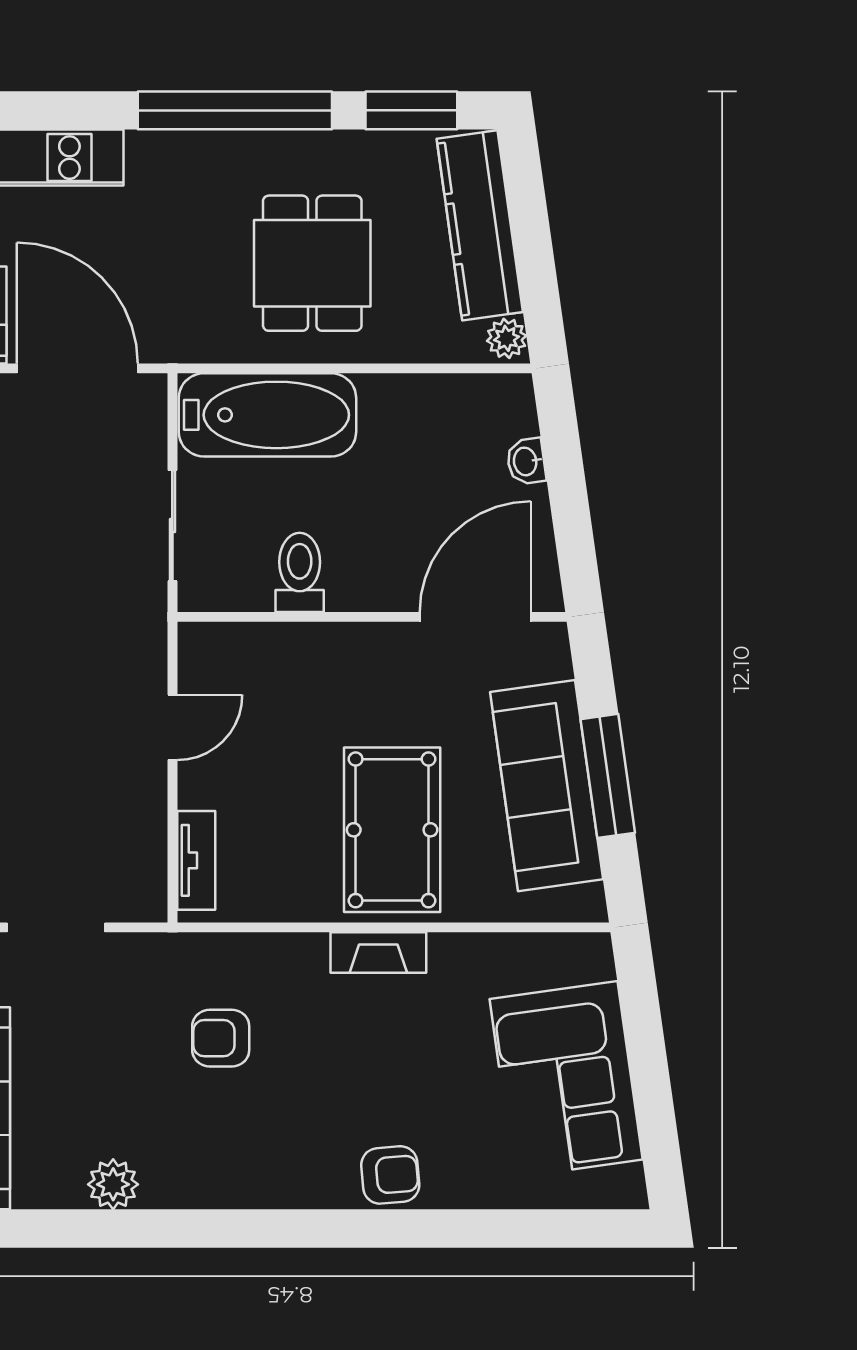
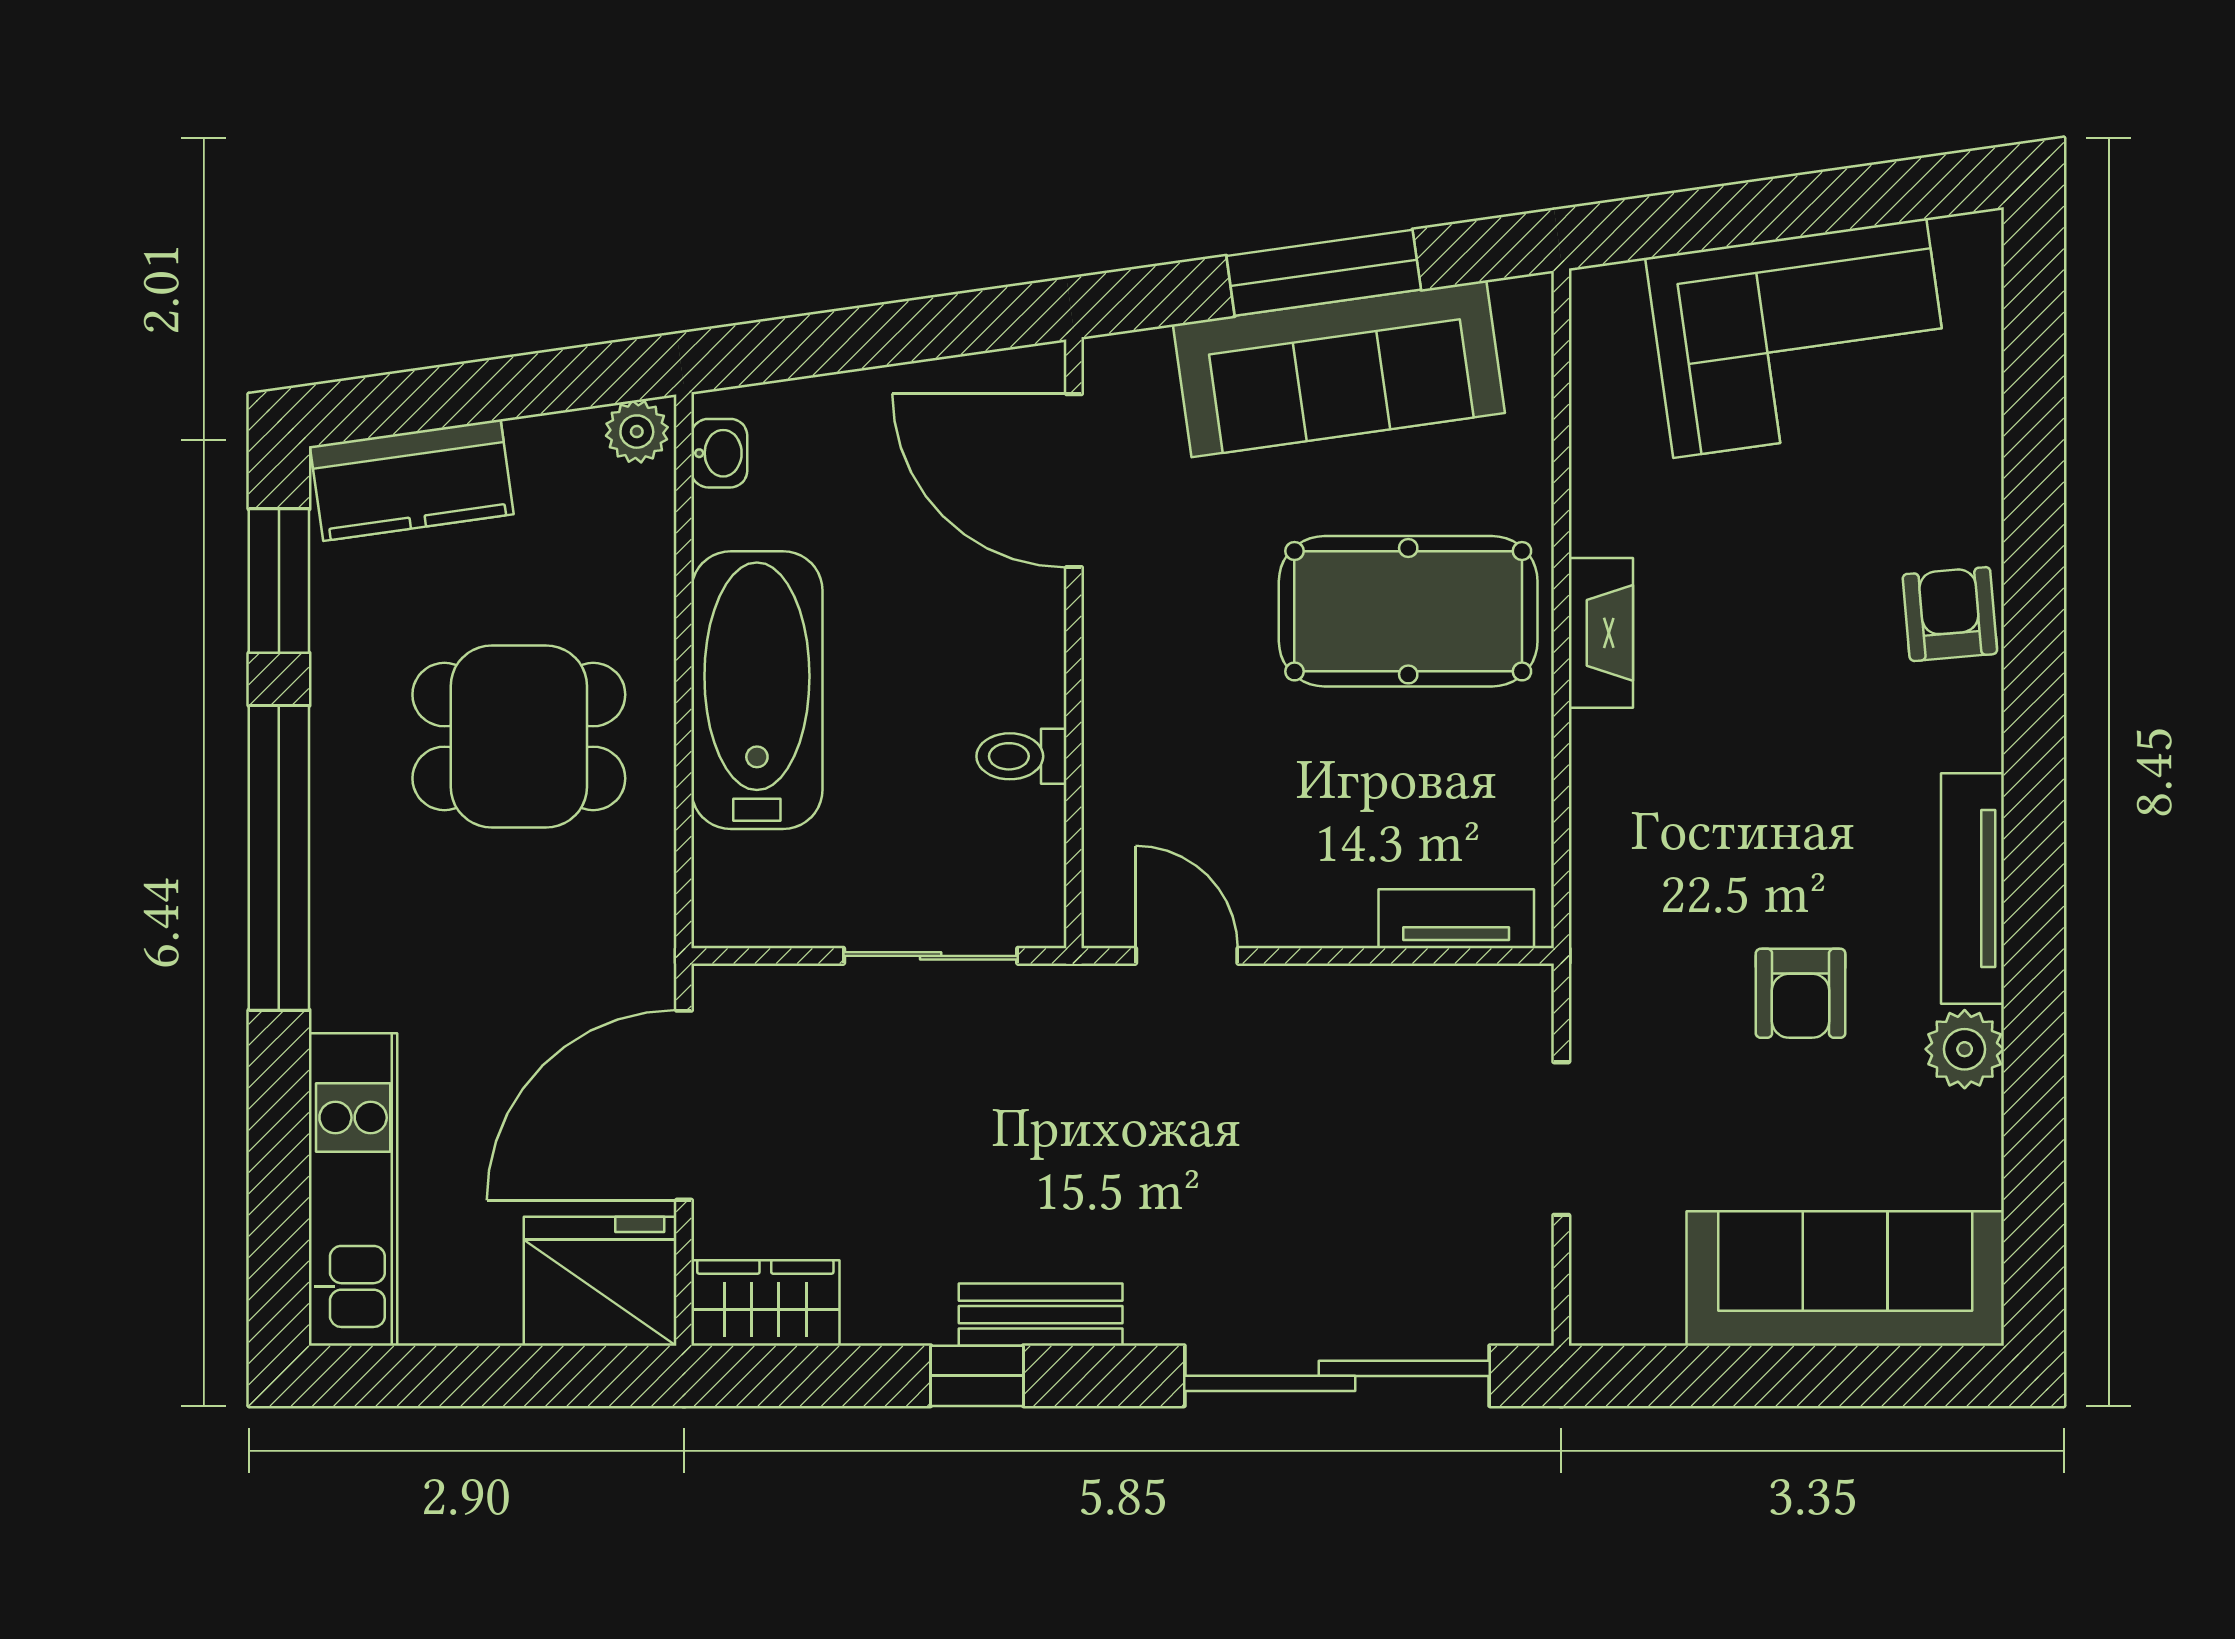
kitchen counter: (480, 225) -> (412, 480), width x0.67
bathtub: (267, 415) -> (757, 690), moved
washbasin: (526, 461) -> (719, 453), moved, turned -82
toilet: (300, 572) -> (1021, 756), width x0.73, depth x0.72
door: (172, 727) -> (1187, 956), moved
armchair: (221, 1038) -> (1801, 993), moved
tv unit: (215, 1189) -> (1973, 888), added

